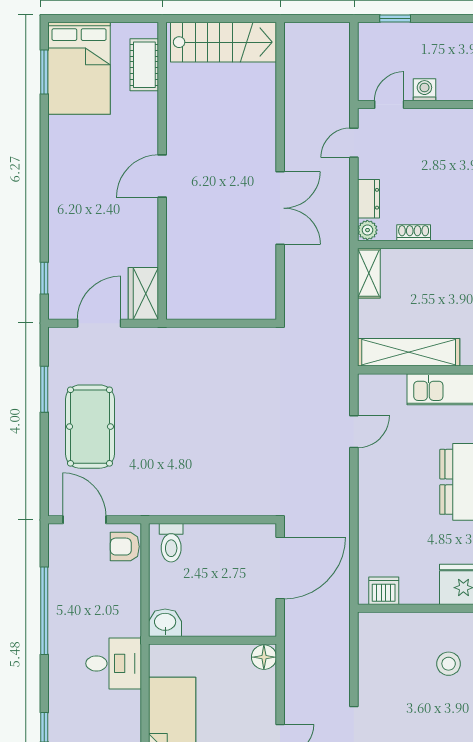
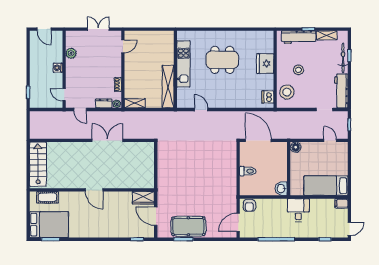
washing machine: (424, 90) -> (58, 68), moved
pool table: (90, 427) -> (188, 226), moved
toilet: (171, 543) -> (248, 171), moved
stool: (396, 636) -> (287, 92), added

